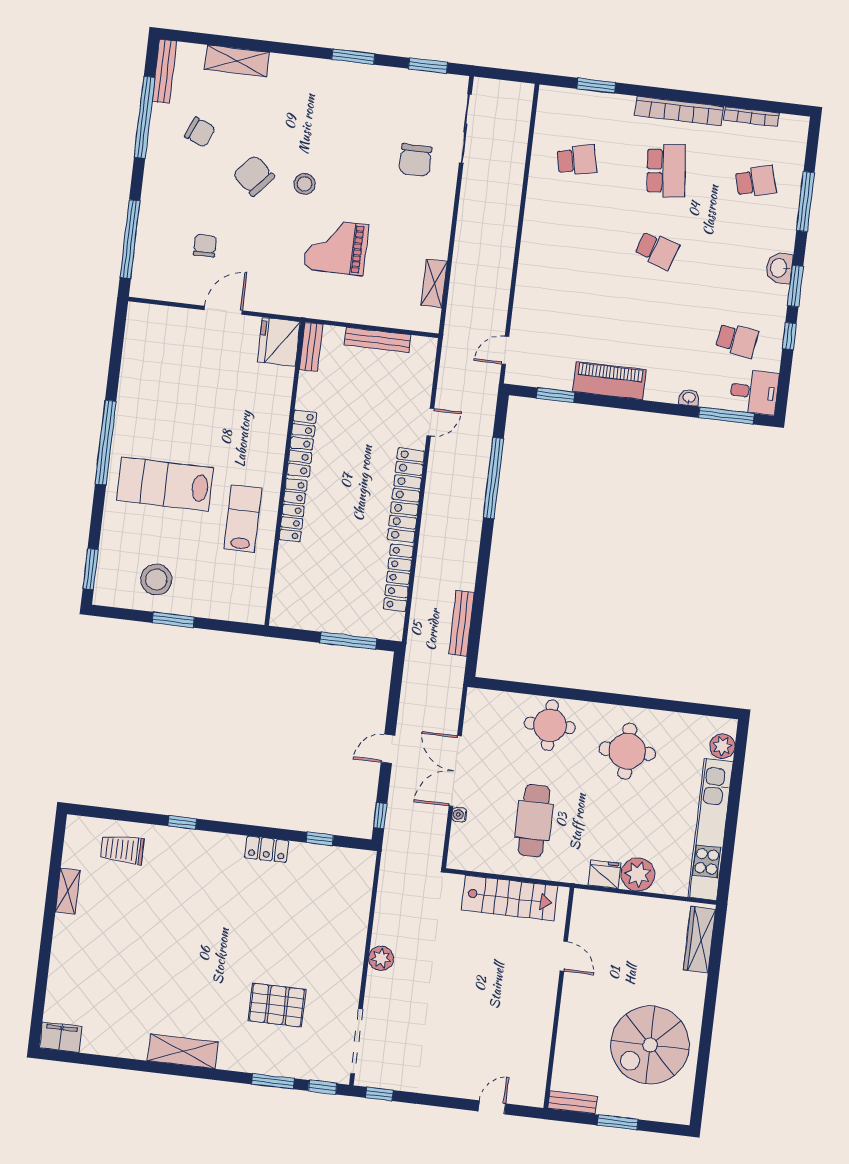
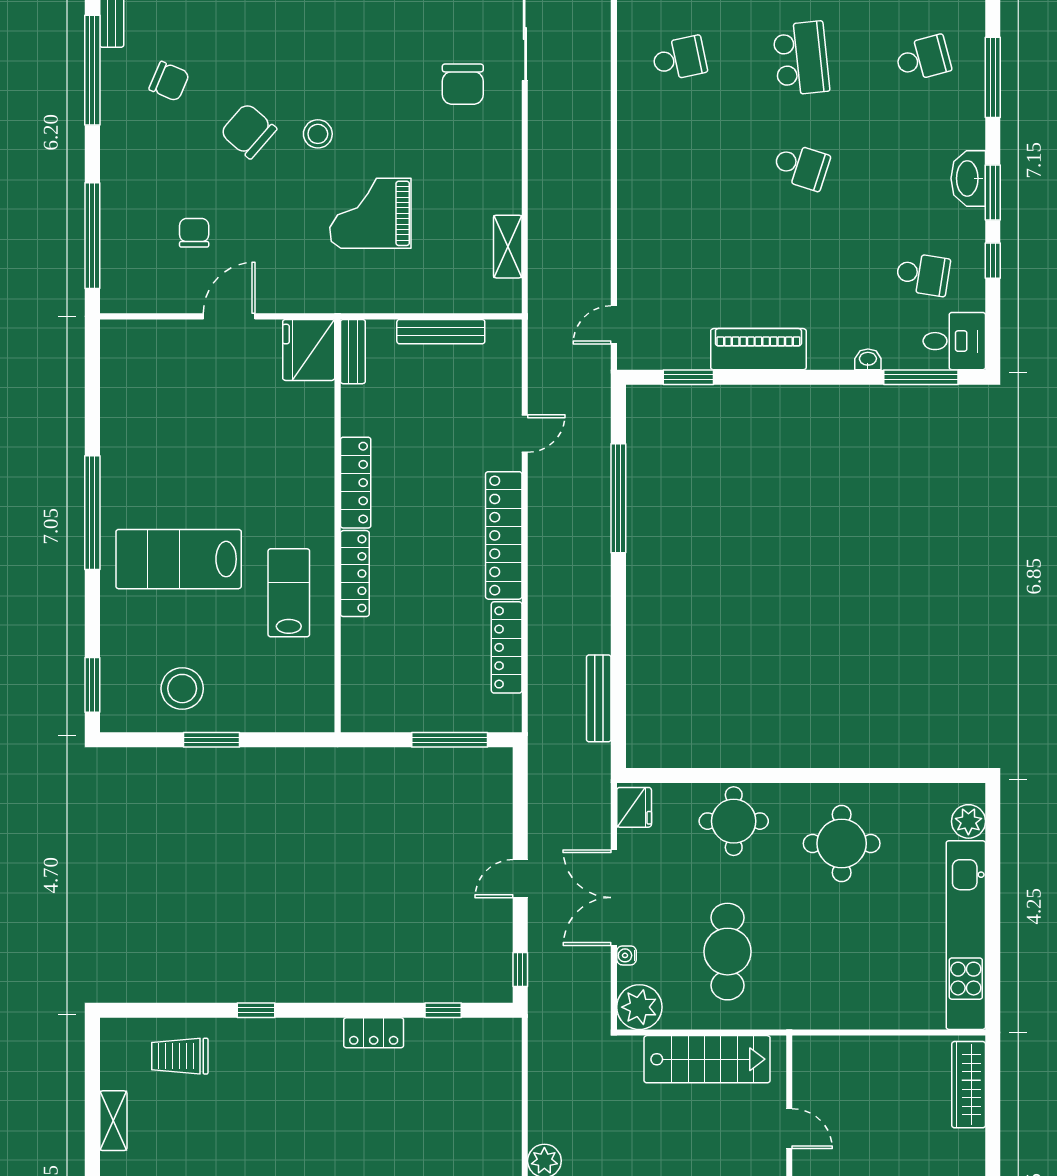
washbasin: (779, 268) -> (968, 178), width x1.38
fridge: (605, 874) -> (634, 807), moved, turned 90
plant: (638, 874) -> (639, 1007), moved

